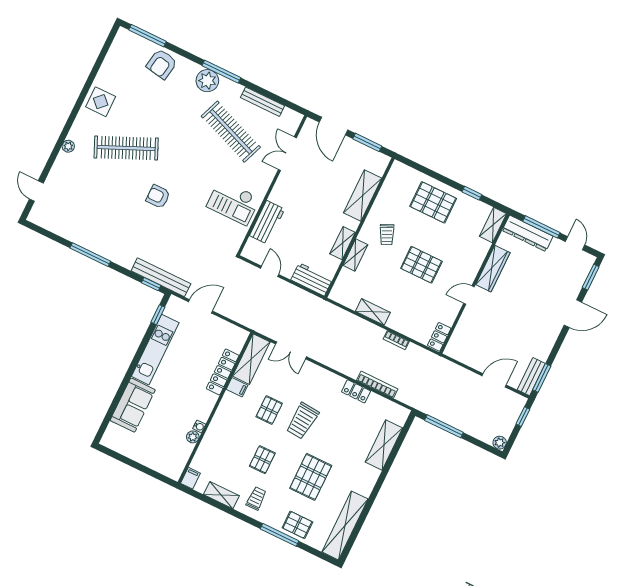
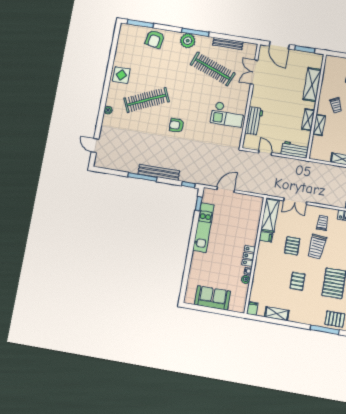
bench: (161, 277) -> (159, 172), moved
locker: (223, 372) -> (249, 256), moved, width x0.66
sofa: (133, 405) -> (212, 298), moved, turned -90
trolley: (256, 498) -> (322, 223), moved

